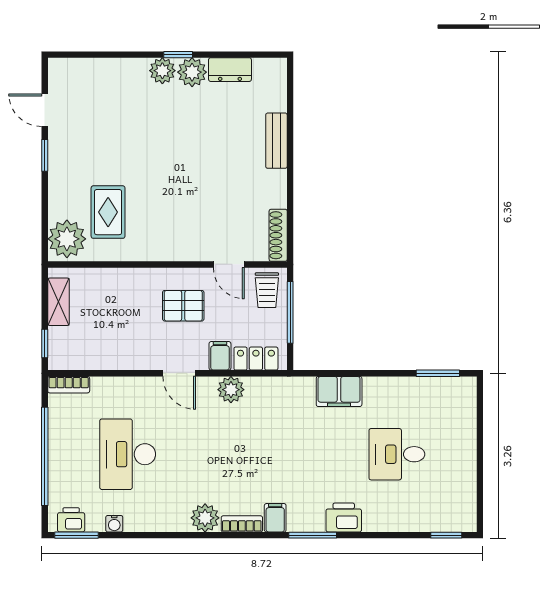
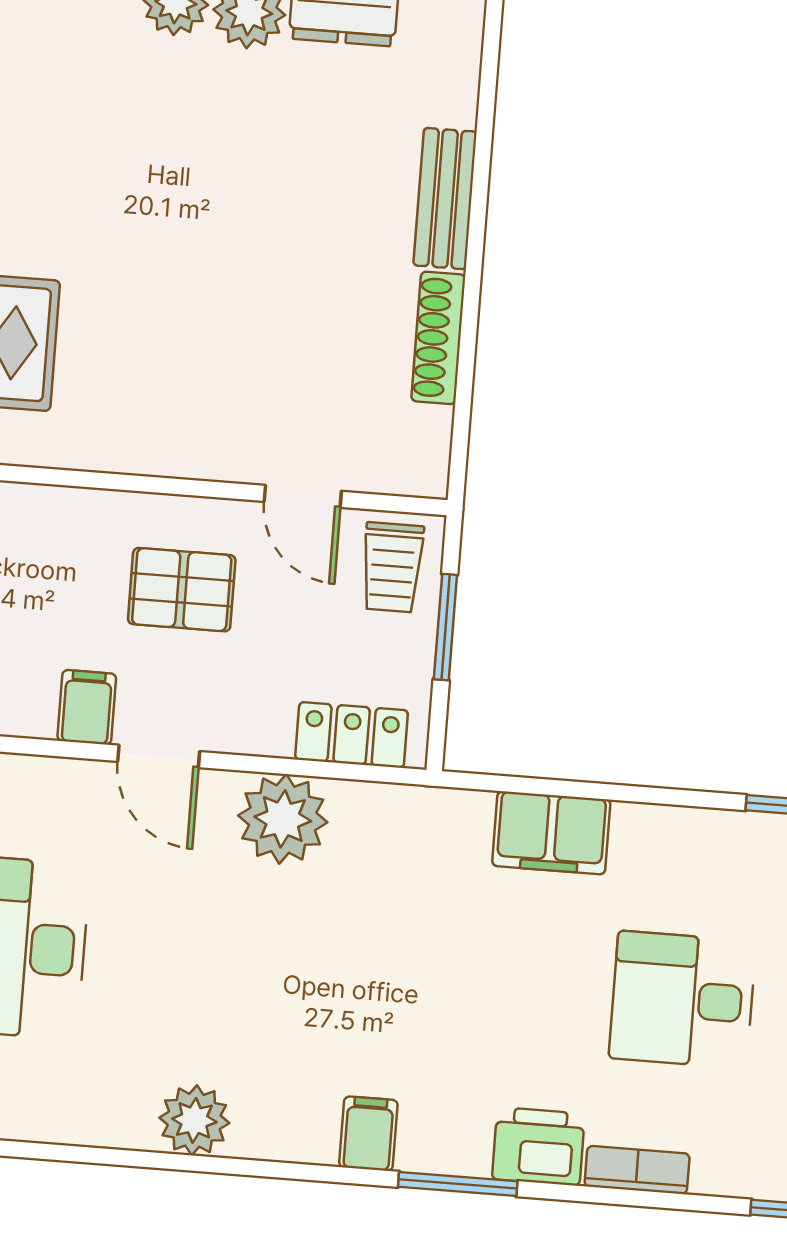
shoe rack: (278, 235) -> (438, 338), moved
window: (290, 312) -> (445, 627), width x0.69
filing cabinet: (220, 356) -> (87, 707), moved
plant: (231, 390) -> (283, 819), width x1.36, depth x1.36
bookcase: (242, 524) -> (637, 1170), moved

